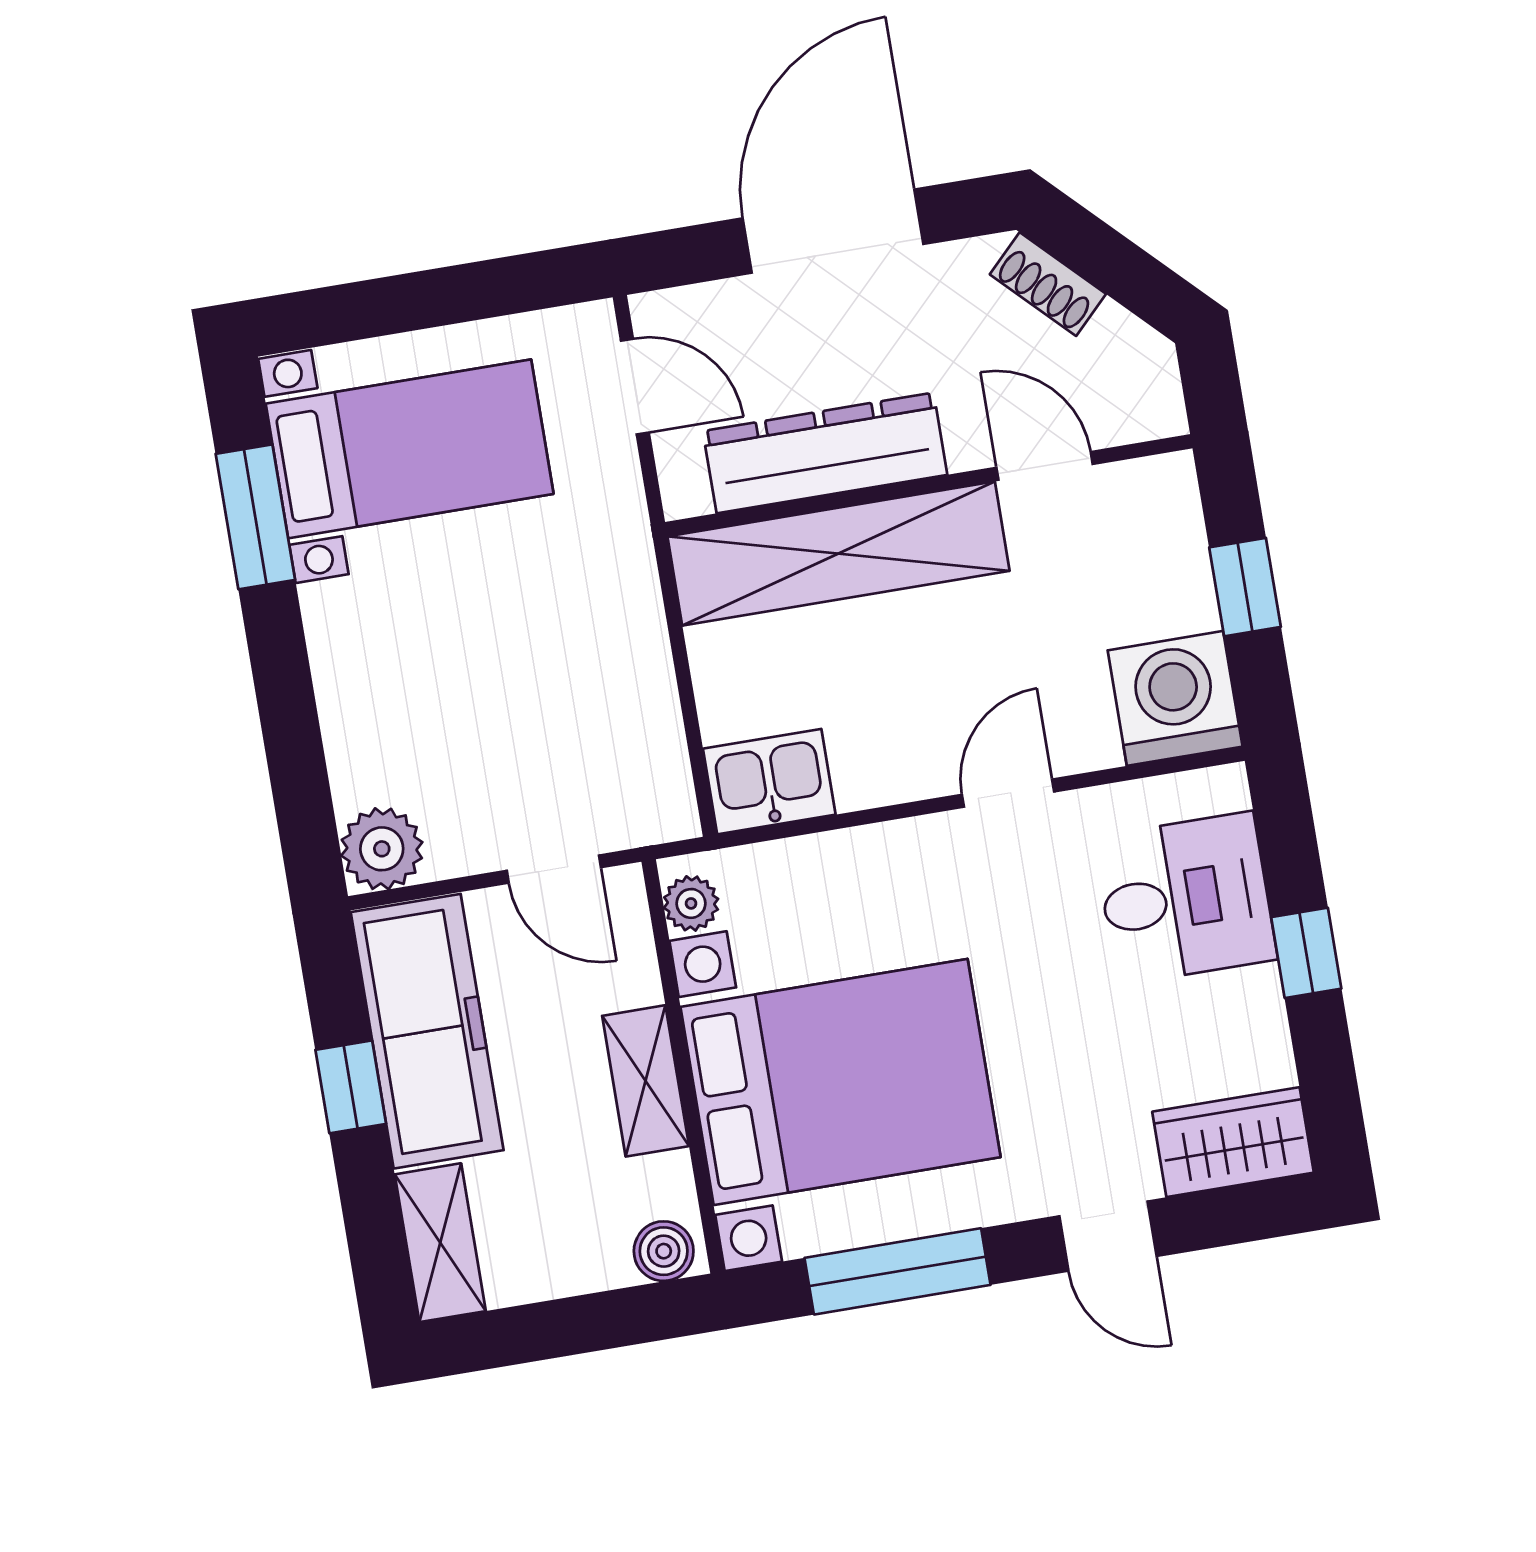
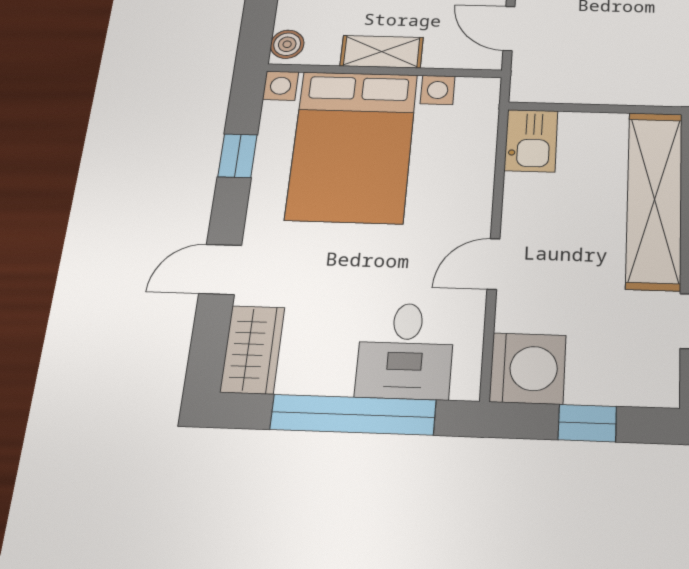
door: (1008, 793) -> (494, 264), swing flipped
door: (554, 869) -> (509, 28), hinge flipped
plant: (691, 903) -> (473, 90), removed
window: (1306, 953) -> (353, 415), width x3.17
window: (897, 1271) -> (238, 156), width x0.46

